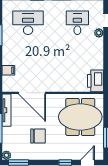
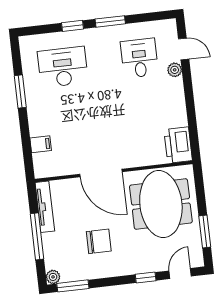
door: (32, 93) -> (101, 173), moved
meeting table: (80, 117) -> (161, 204), turned 90

